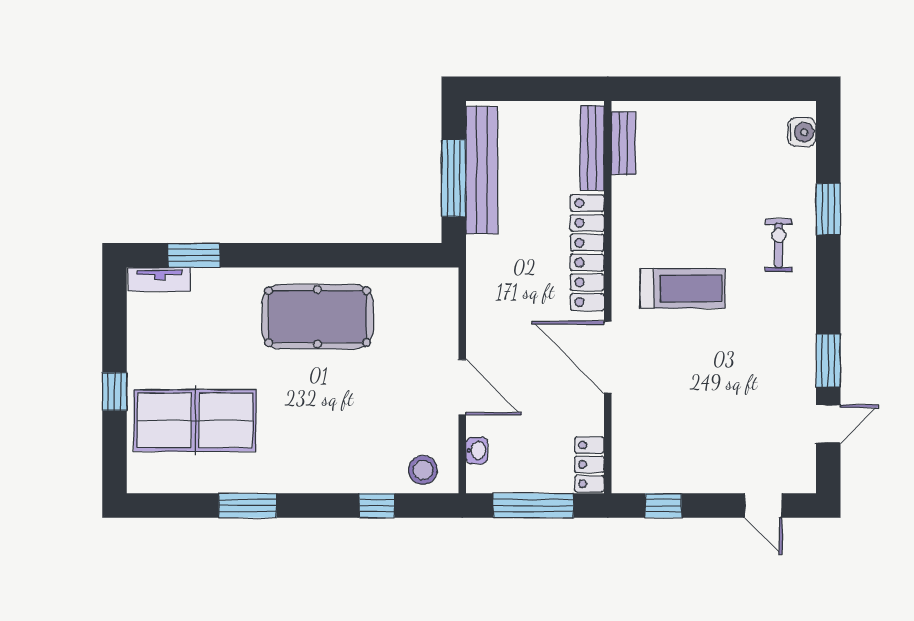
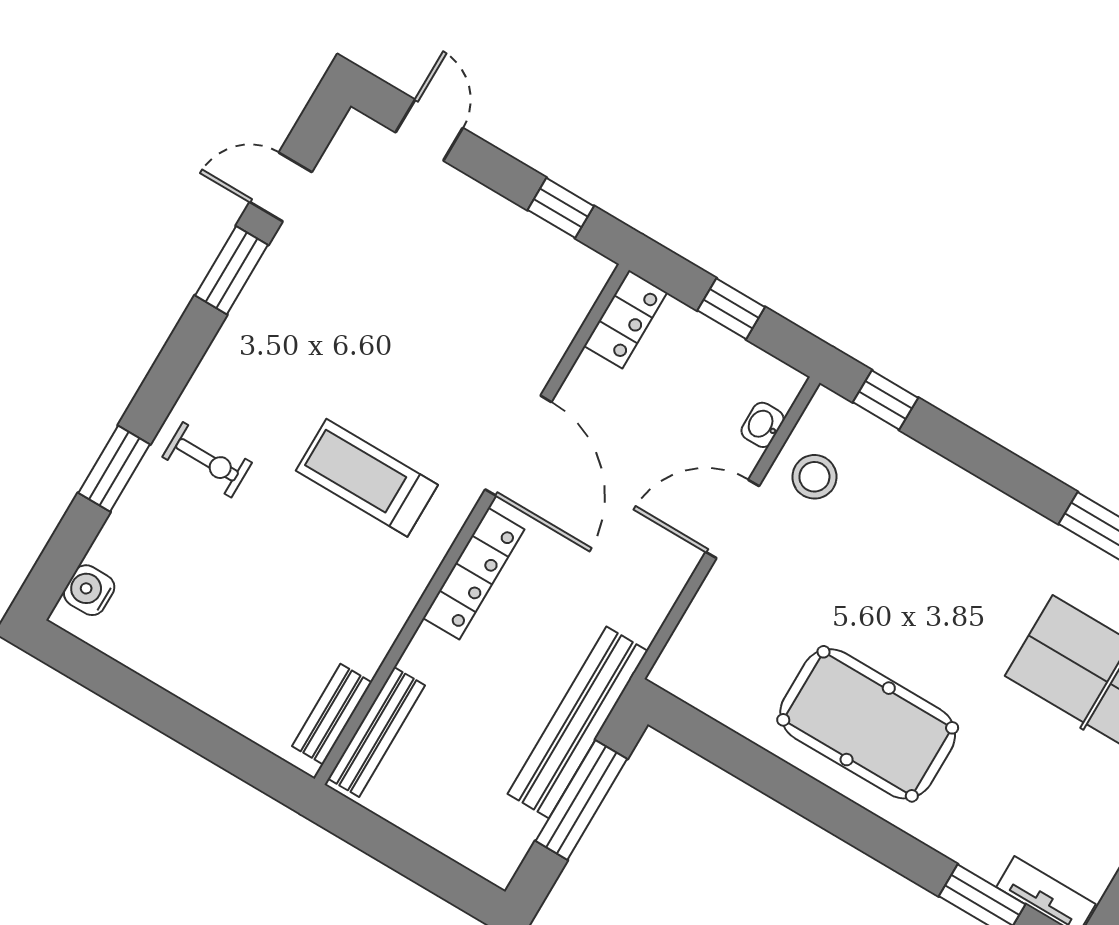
bench: (482, 170) -> (578, 722), moved
exercise bike: (779, 245) -> (207, 460), turned -90
locker: (587, 253) -> (474, 574), width x0.71, depth x0.83
door: (462, 387) -> (732, 519), hinge flipped
stool: (423, 470) -> (814, 477), moved
window: (377, 506) -> (886, 400), moved
window: (533, 506) -> (731, 309), width x0.46

